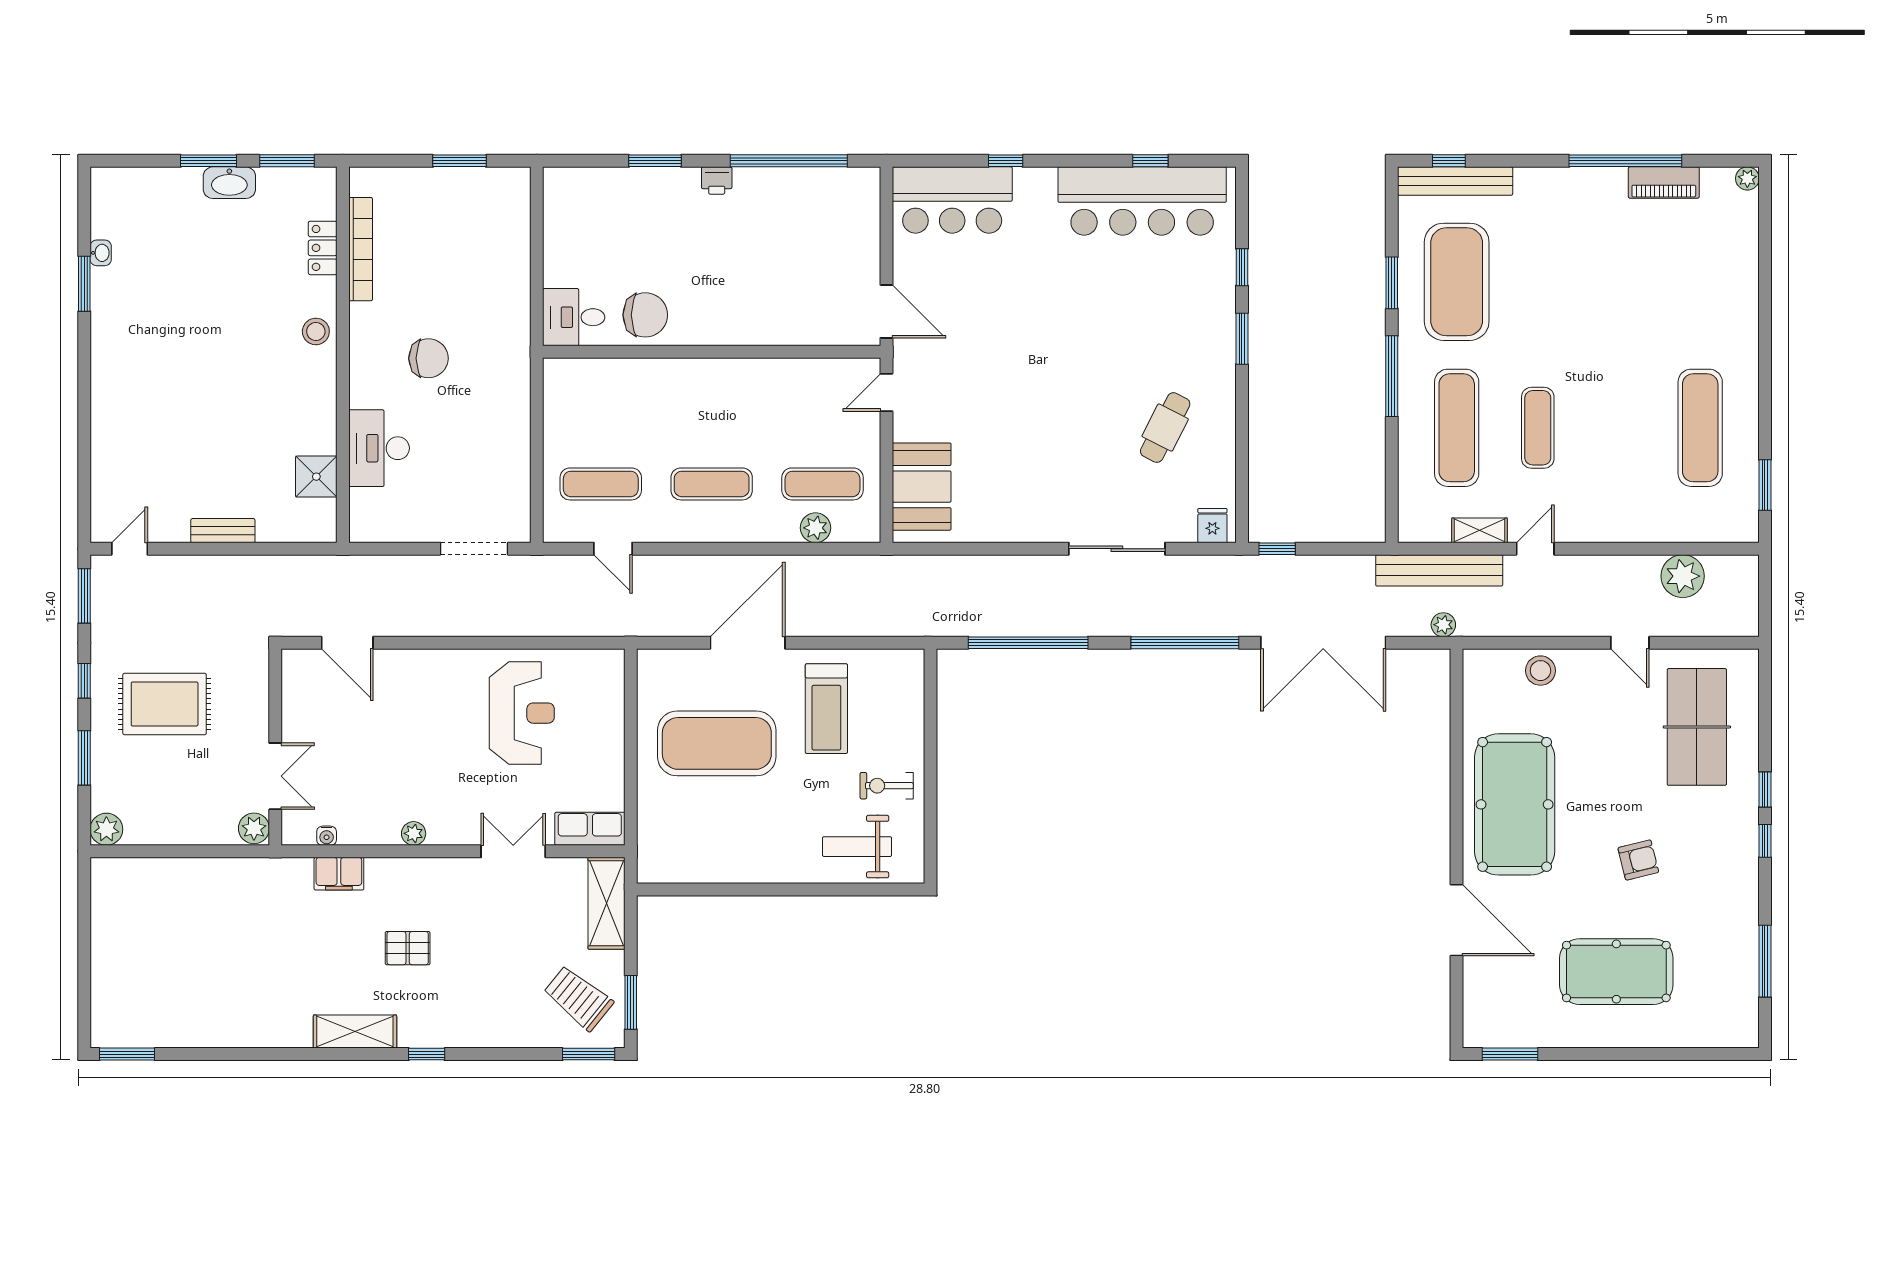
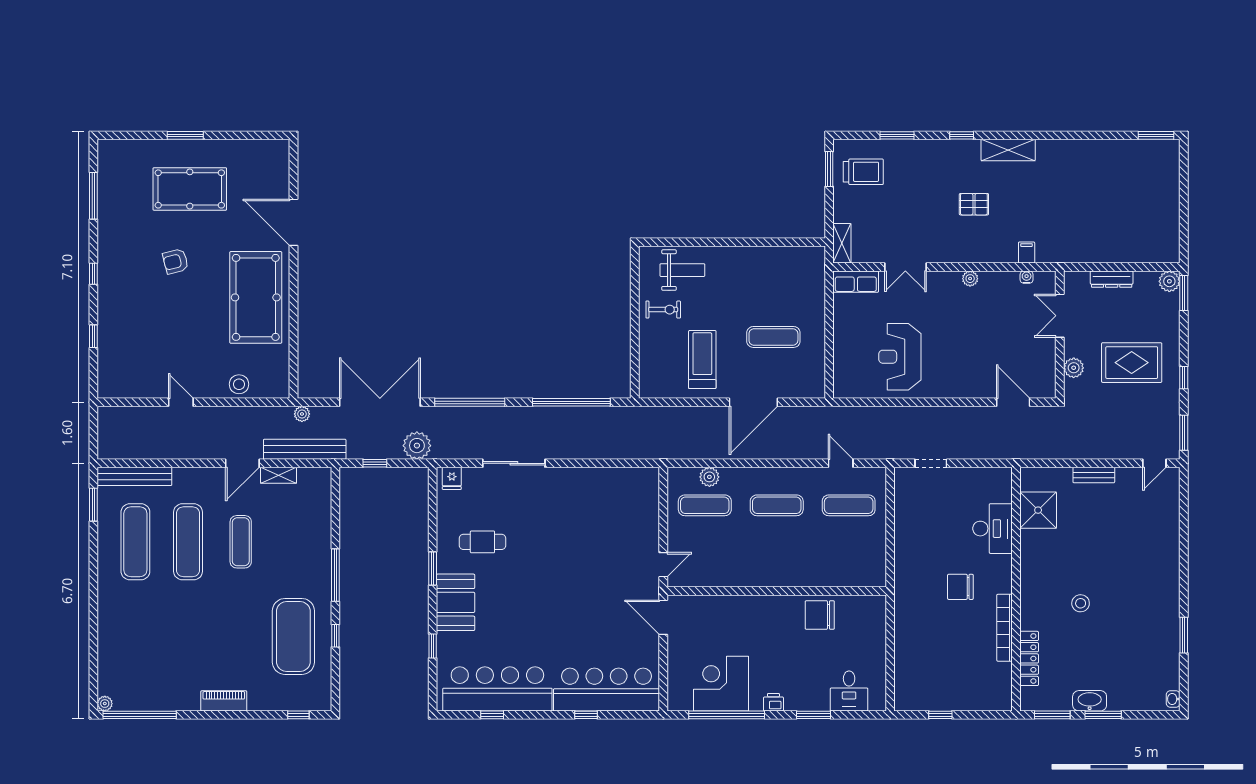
window: (460, 161) -> (940, 715), width x0.67
window: (1625, 161) -> (140, 715), moved
bench: (1455, 181) -> (134, 476), moved
piano: (1664, 183) -> (224, 701), moved
bar counter: (952, 200) -> (607, 690), width x1.36
corner desk: (797, 209) -> (721, 684), added
locker: (323, 248) -> (1029, 658), width x1.53
bookcase: (361, 249) -> (1005, 628), moved
washbasin: (101, 253) -> (1173, 699), moved
window: (1392, 283) -> (335, 636), width x0.67
desk: (574, 317) -> (849, 691), moved, turned 90
stool: (316, 331) -> (1081, 603), moved
window: (1242, 339) -> (433, 569), moved
cafe table: (1165, 428) -> (482, 542), turned 63
exercise mat: (1457, 428) -> (188, 542), moved
shower: (316, 477) -> (1038, 510), width x1.36, depth x1.36
booth: (922, 487) -> (455, 602), moved
doorway: (474, 549) -> (931, 463), width x0.73
window: (1277, 549) -> (375, 463), moved
door: (1535, 549) -> (242, 463), width x1.38
plant: (1683, 576) -> (417, 446), moved
table tennis table: (1697, 727) -> (138, 348), removed
exercise mat: (717, 743) -> (773, 337), width x0.50, depth x0.69
window: (84, 758) -> (1184, 293), moved
window: (1765, 789) -> (93, 336), moved
plant: (254, 828) -> (1074, 368), moved
dresser: (195, 833) -> (1112, 279), added
filing cabinet: (339, 874) -> (1027, 252), width x0.50
shelving: (607, 903) -> (842, 243), width x0.67, depth x0.75
trolley: (578, 998) -> (863, 172), turned -39
window: (589, 1054) -> (897, 135), moved
window: (1510, 1054) -> (185, 135), moved

